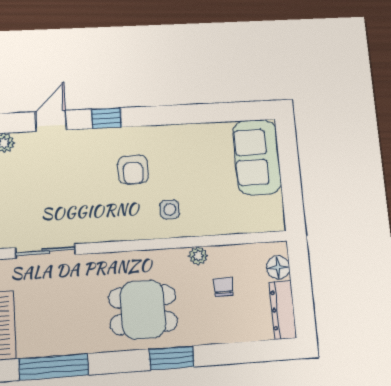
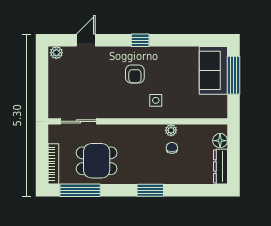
window: (106, 118) -> (140, 40), moved
window: (289, 163) -> (233, 75), added
chair: (223, 287) -> (172, 148), moved
dining table: (143, 310) -> (97, 161), moved

